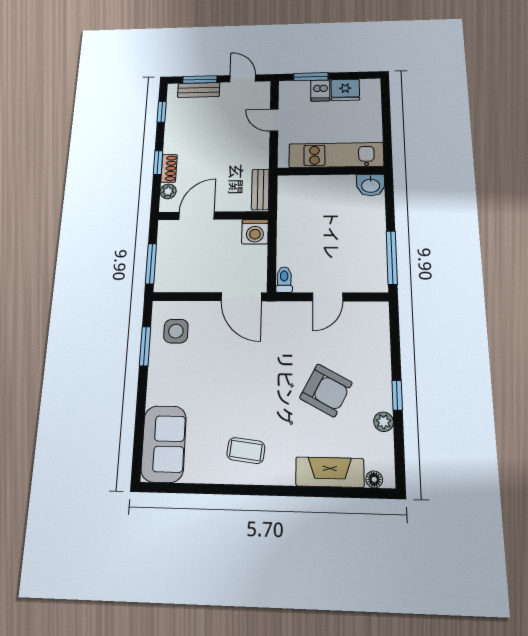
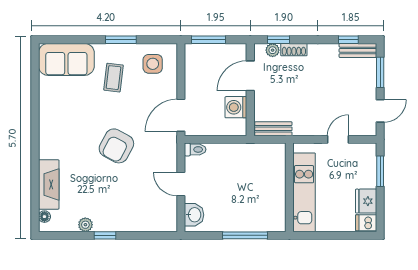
bench: (199, 90) -> (358, 50), moved, turned 90
dishwasher: (320, 90) -> (366, 223), moved
window: (158, 163) -> (279, 40), moved
washbasin: (371, 185) -> (194, 215), moved, turned 180
door: (197, 216) -> (250, 76), swing flipped
washing machine: (255, 232) -> (236, 107), moved
window: (392, 258) -> (245, 235), moved
window: (145, 346) -> (121, 40), moved
armchair: (326, 390) -> (116, 146), moved
coffee table: (246, 451) -> (113, 78), moved

